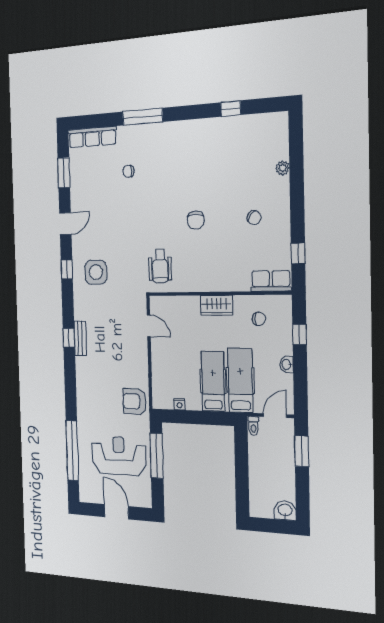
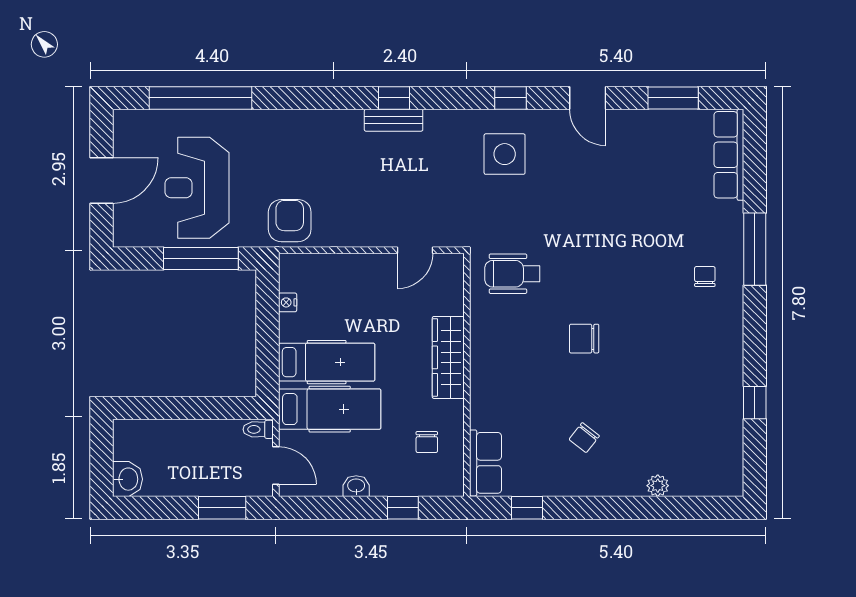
chair: (128, 171) -> (705, 276), moved
wardrobe: (216, 305) -> (448, 357), width x1.50
reception desk: (119, 456) -> (197, 188), turned 180

